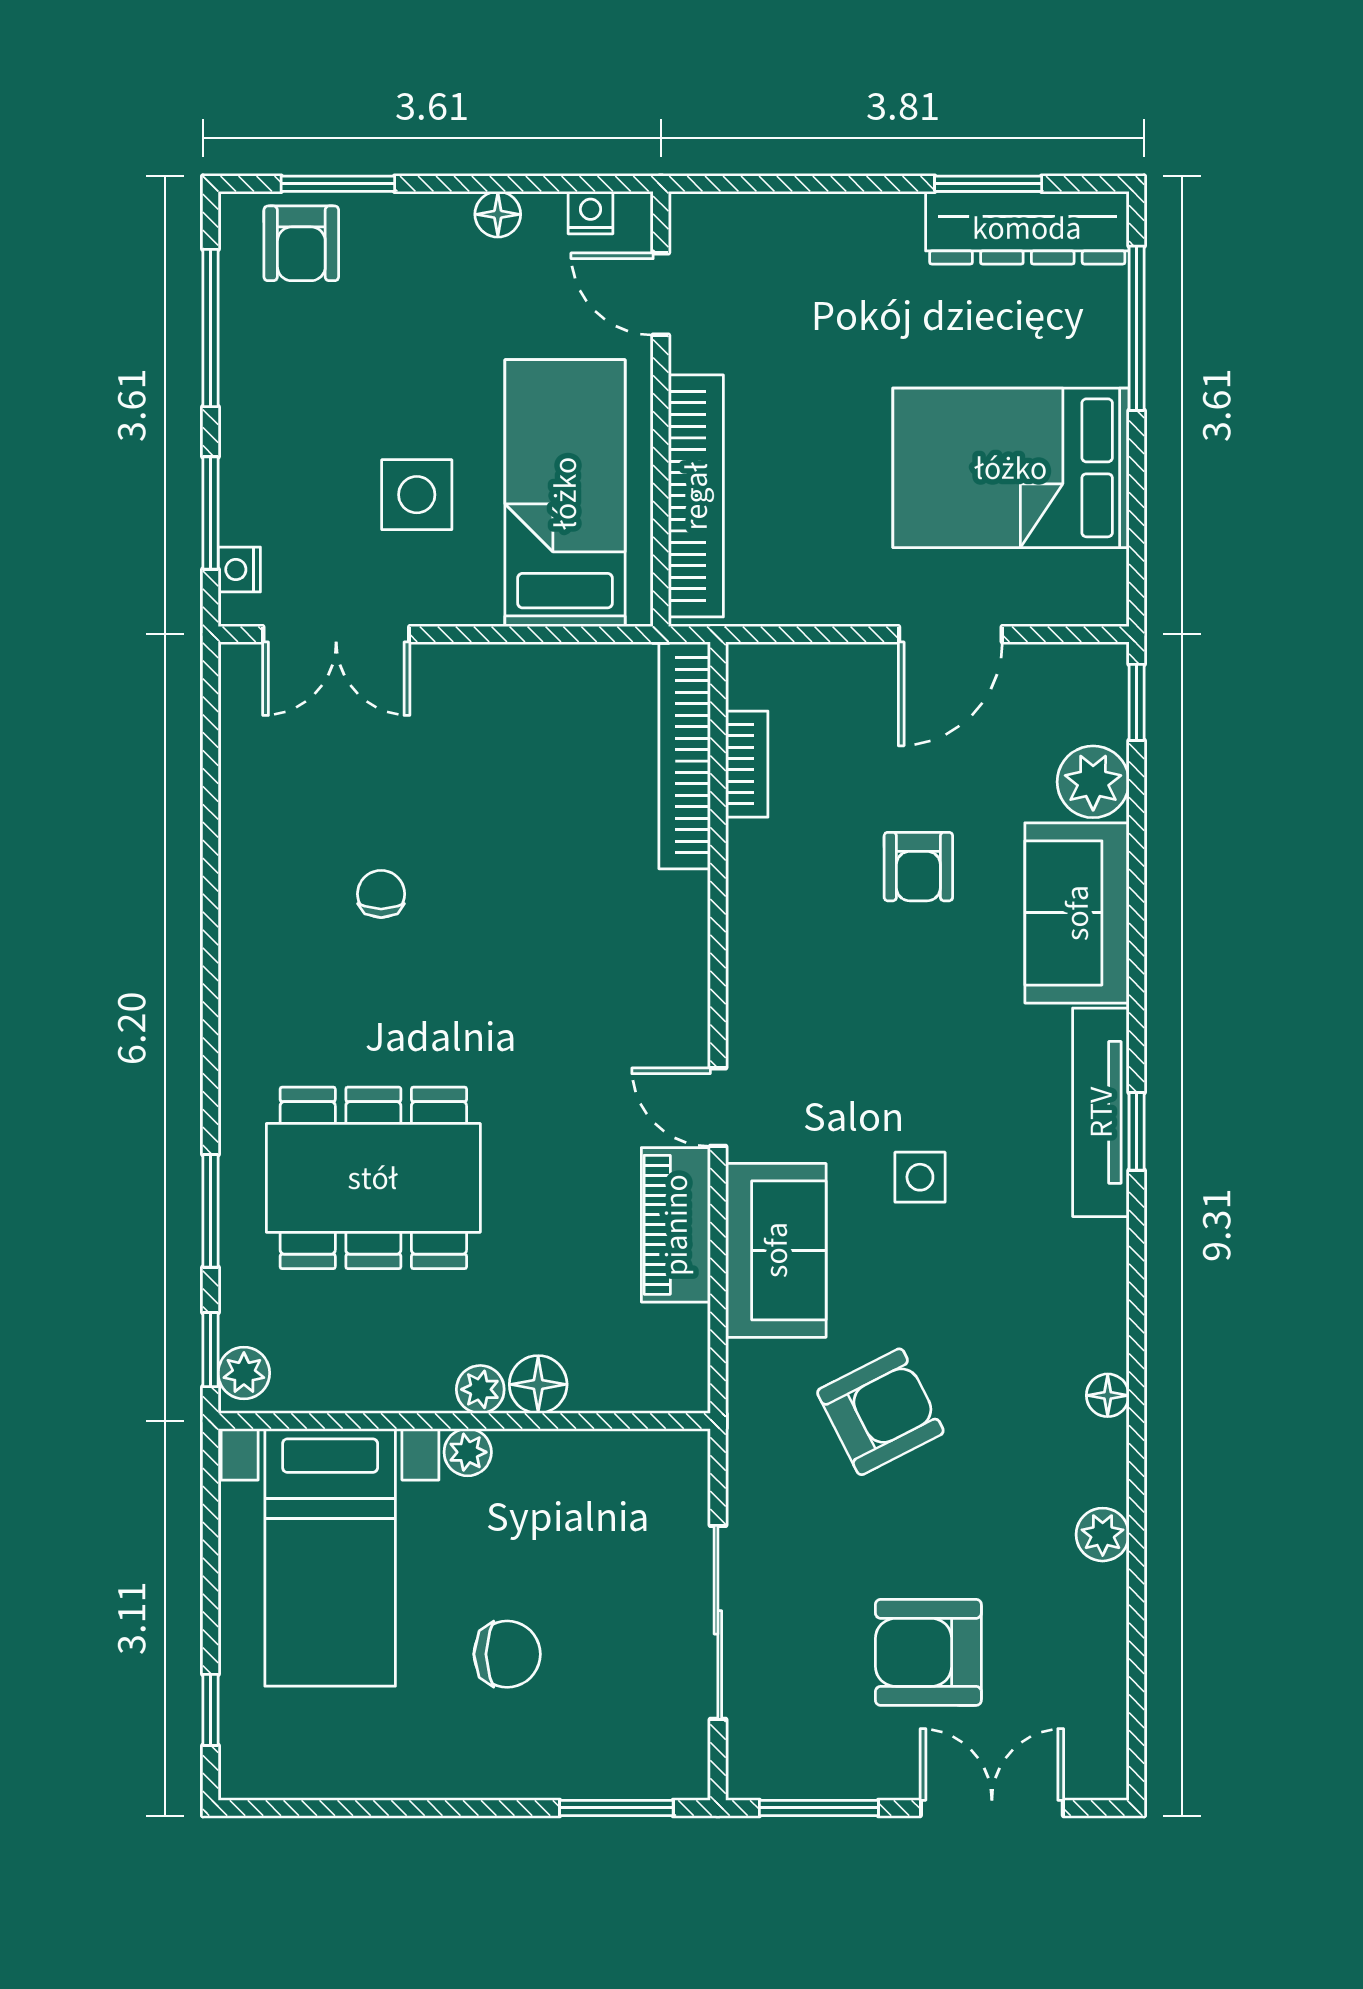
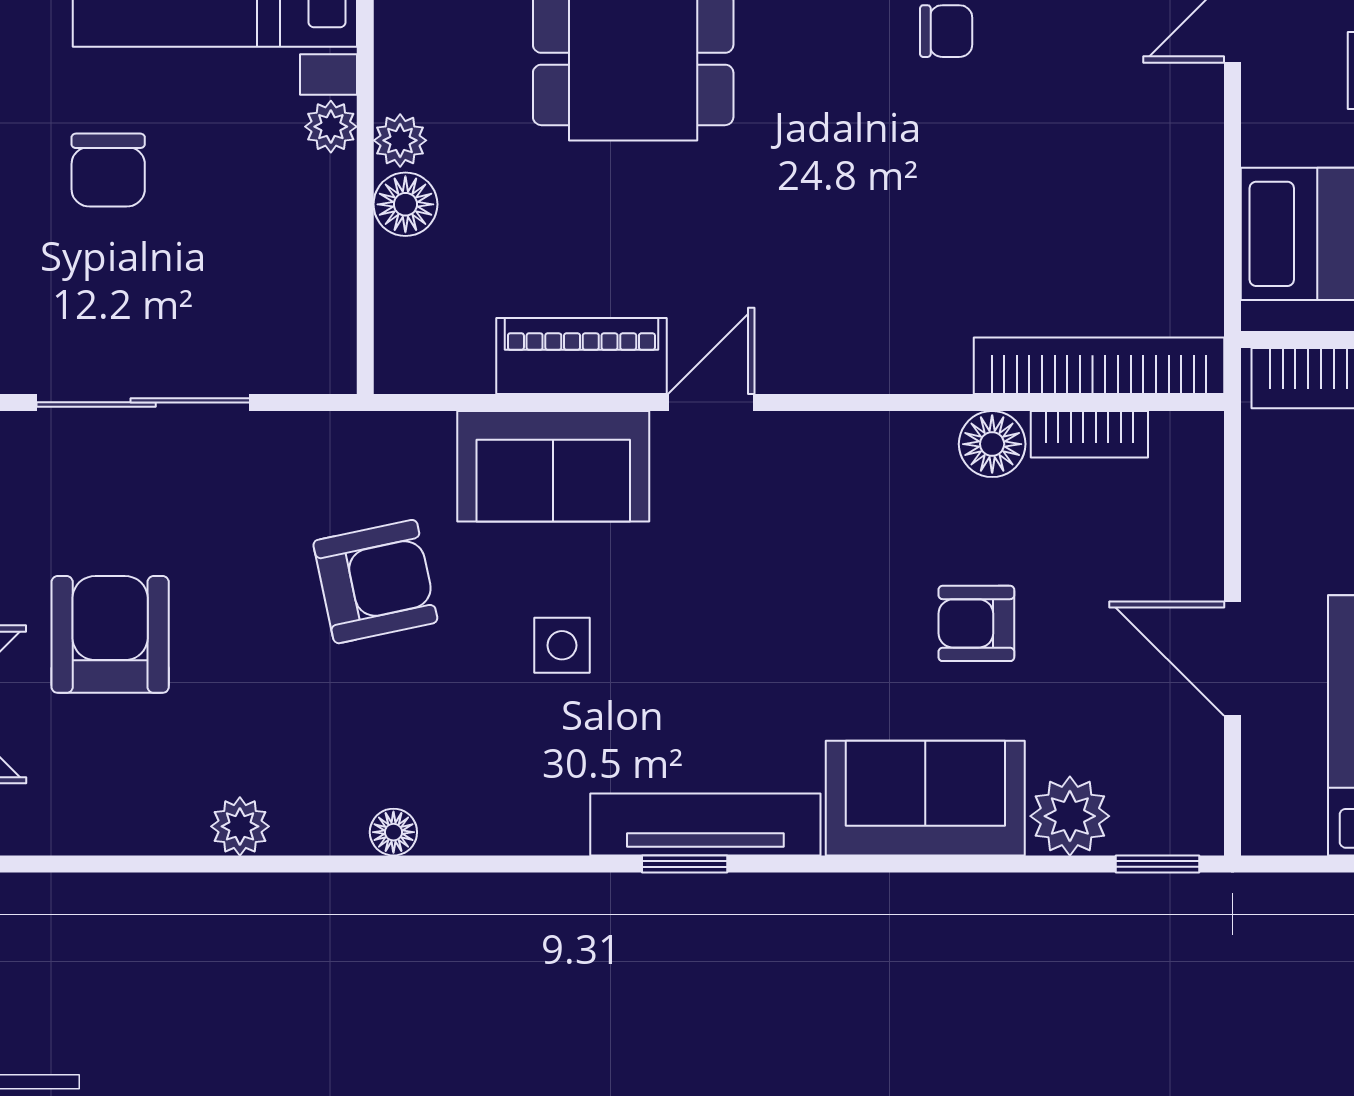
floor lamp: (756, 852) -> (992, 444), added
side table: (920, 1177) -> (562, 645), moved
armchair: (880, 1412) -> (375, 582), turned -75

